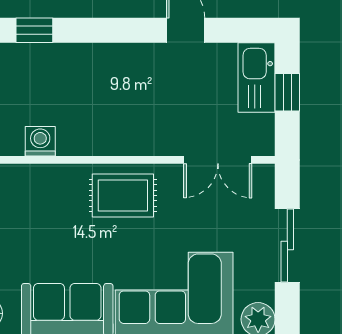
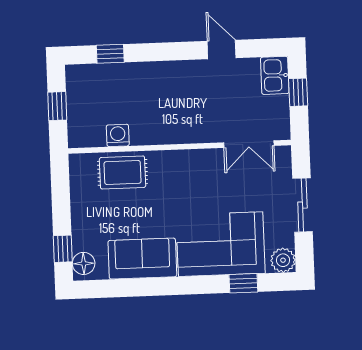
kitchen sink: (256, 78) -> (275, 75), width x0.73
rug: (123, 195) -> (123, 172), moved

